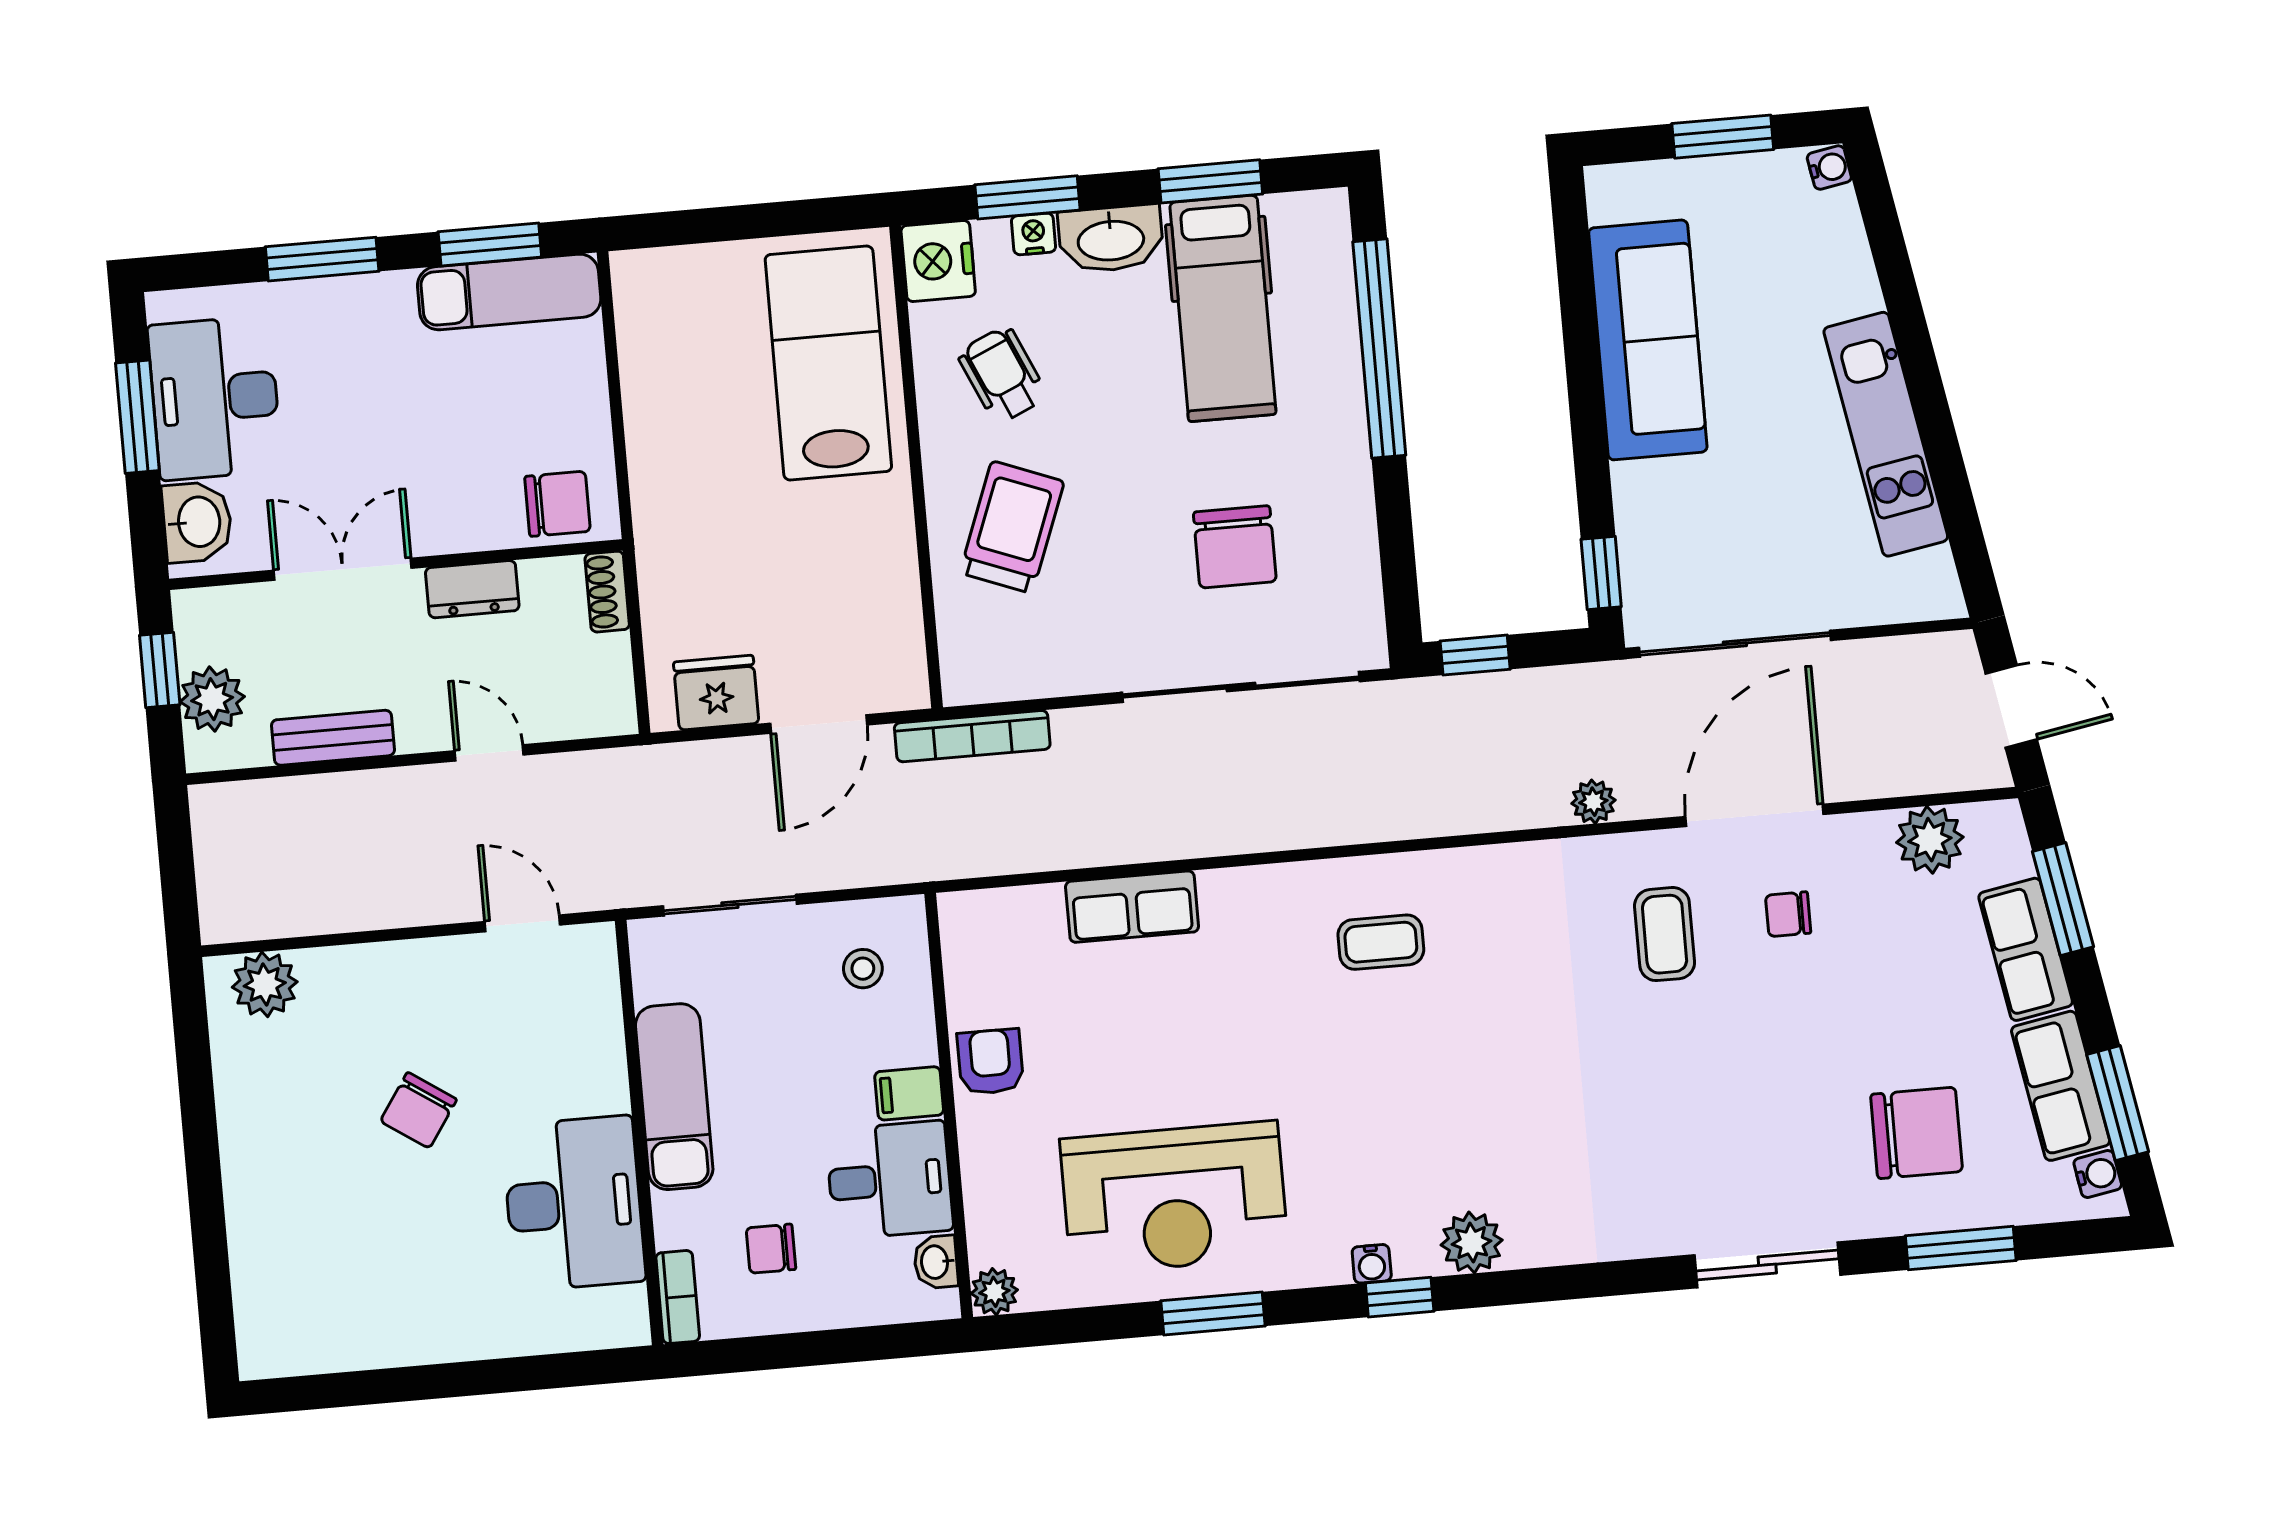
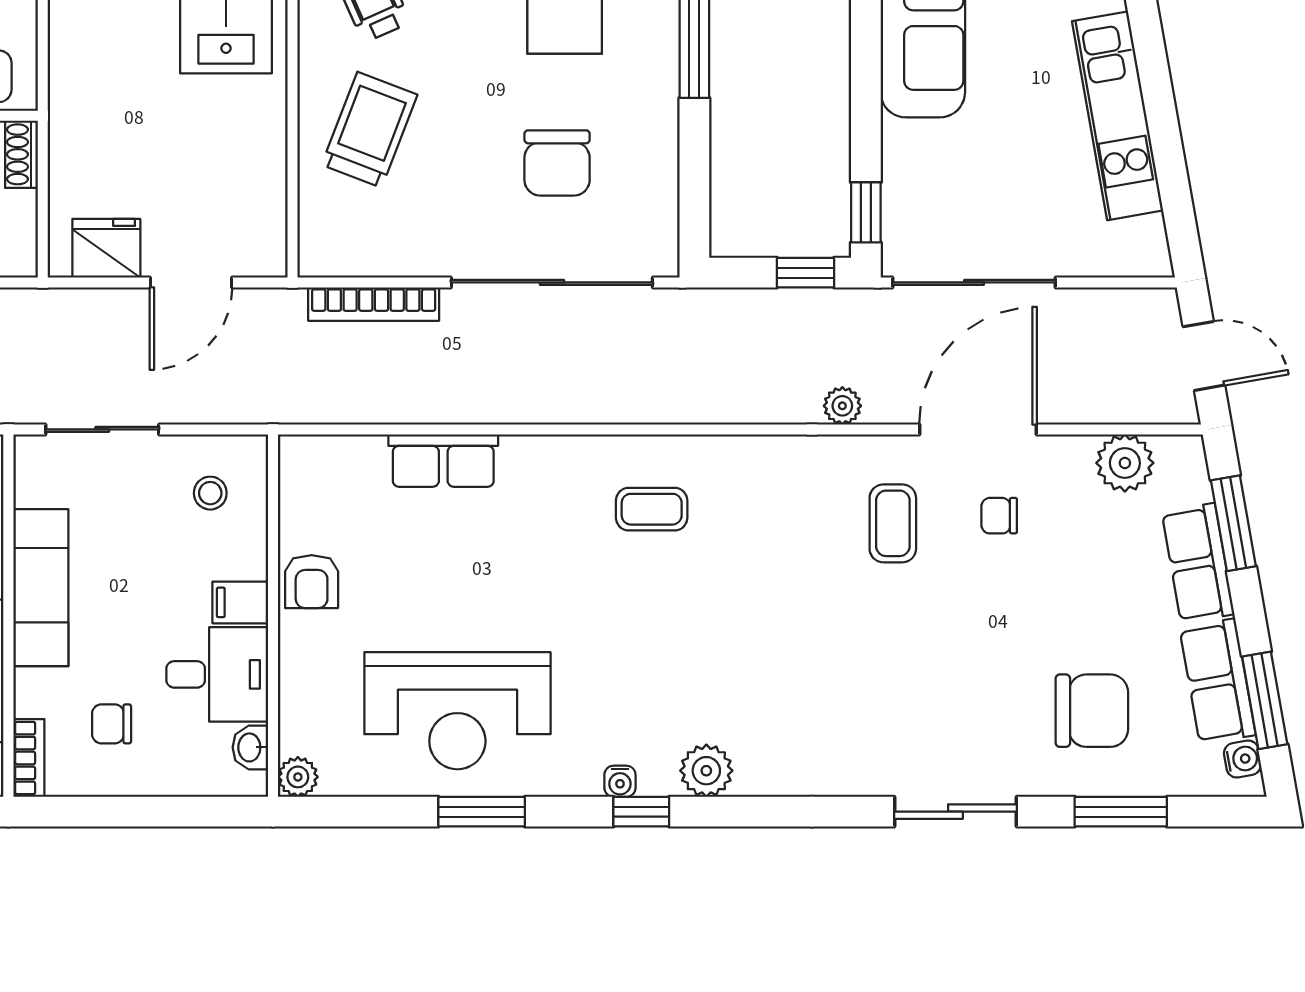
window: (1475, 655) -> (805, 273), moved
bookcase: (972, 736) -> (374, 304), moved
armchair: (990, 1062) -> (312, 582), turned 180

